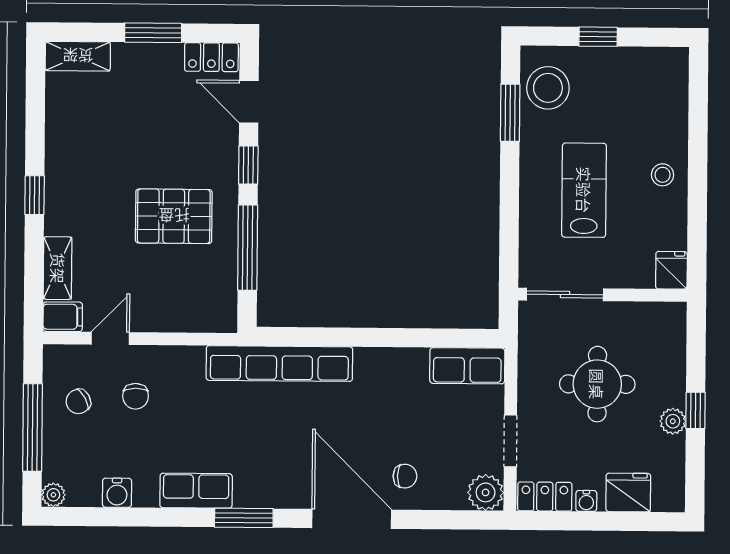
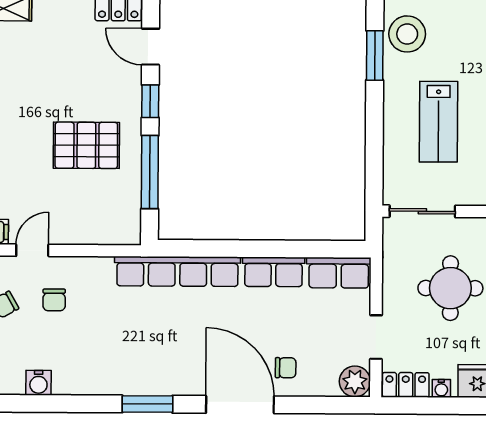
lab bench: (584, 190) -> (438, 122), turned 180
row of seats: (196, 491) -> (273, 272), moved, turned 180

